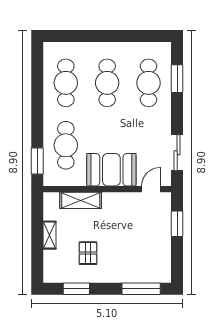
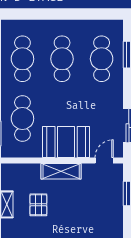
shelving: (81, 200) -> (61, 171), moved
pallet: (88, 253) -> (38, 205), moved

